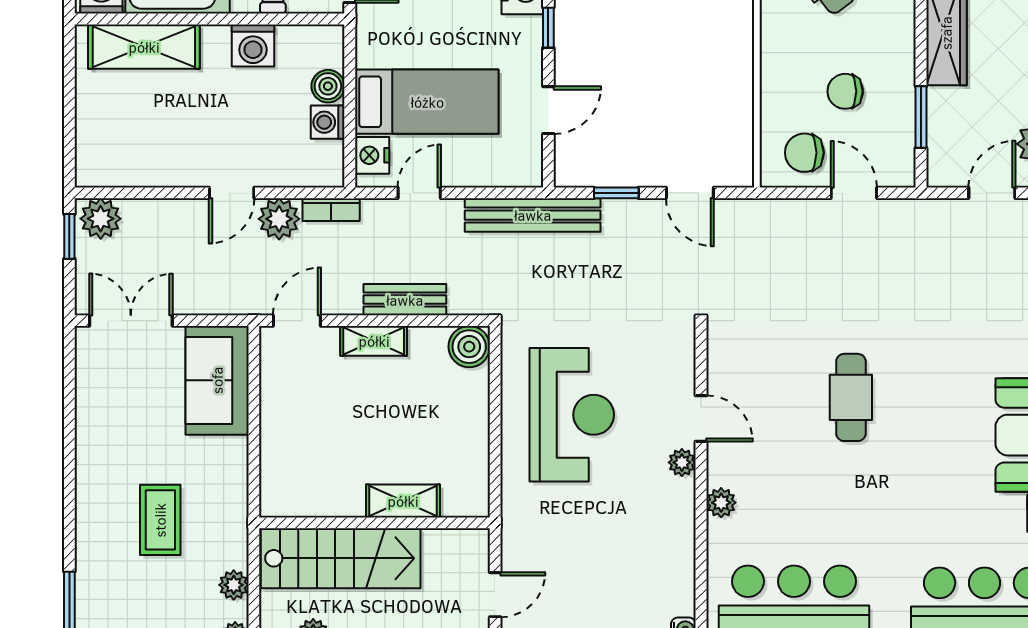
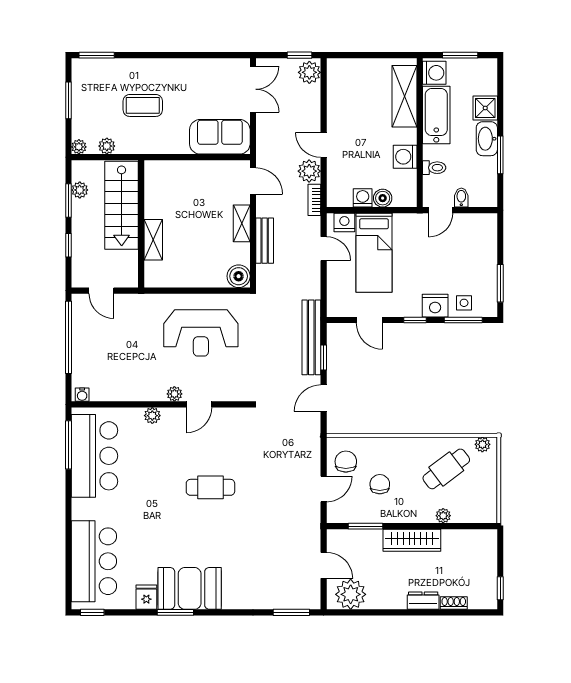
bench: (533, 215) -> (311, 337), moved

